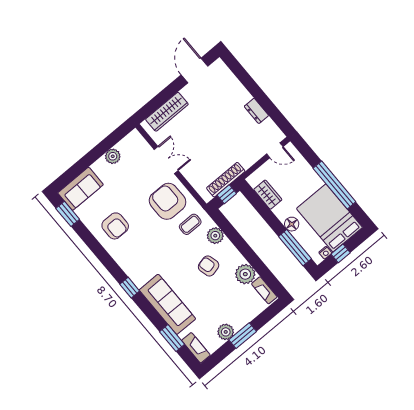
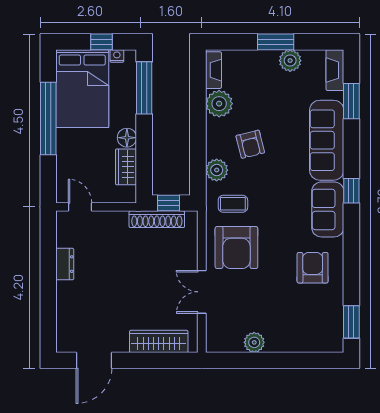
sofa: (81, 189) -> (328, 209), moved, turned -90
floor lamp: (292, 224) -> (127, 138), moved

